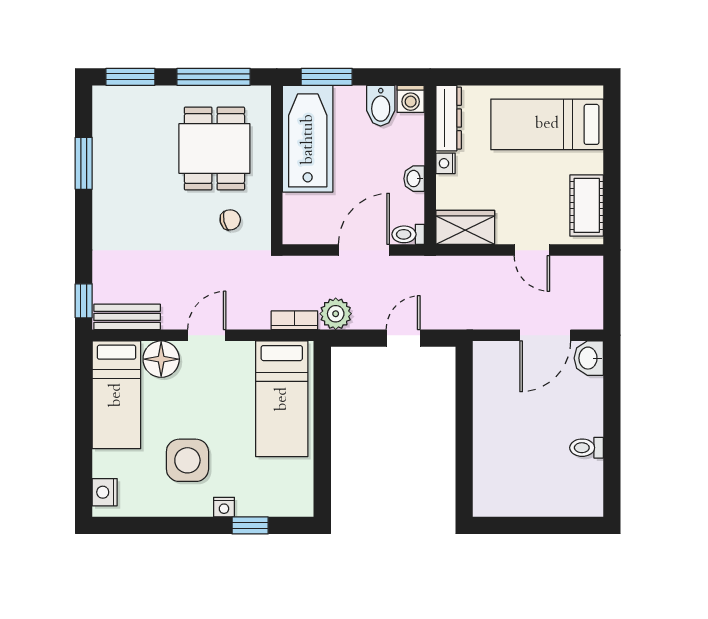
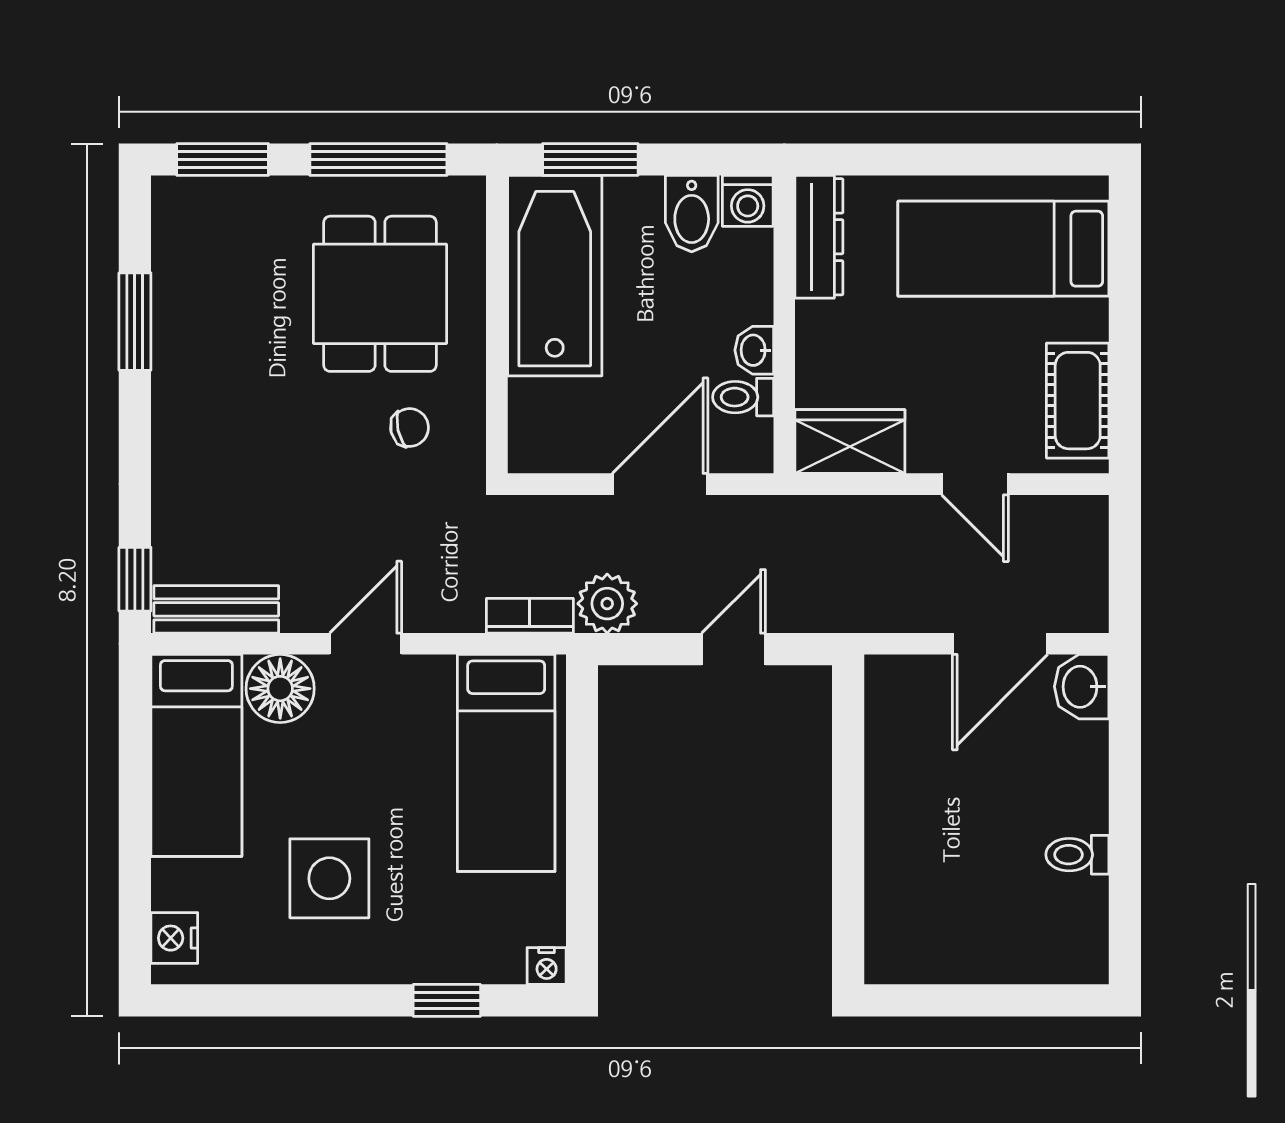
nightstand: (445, 163) -> (813, 322), removed
toilet: (408, 234) -> (743, 397), moved
nightstand: (224, 507) -> (547, 966), moved

